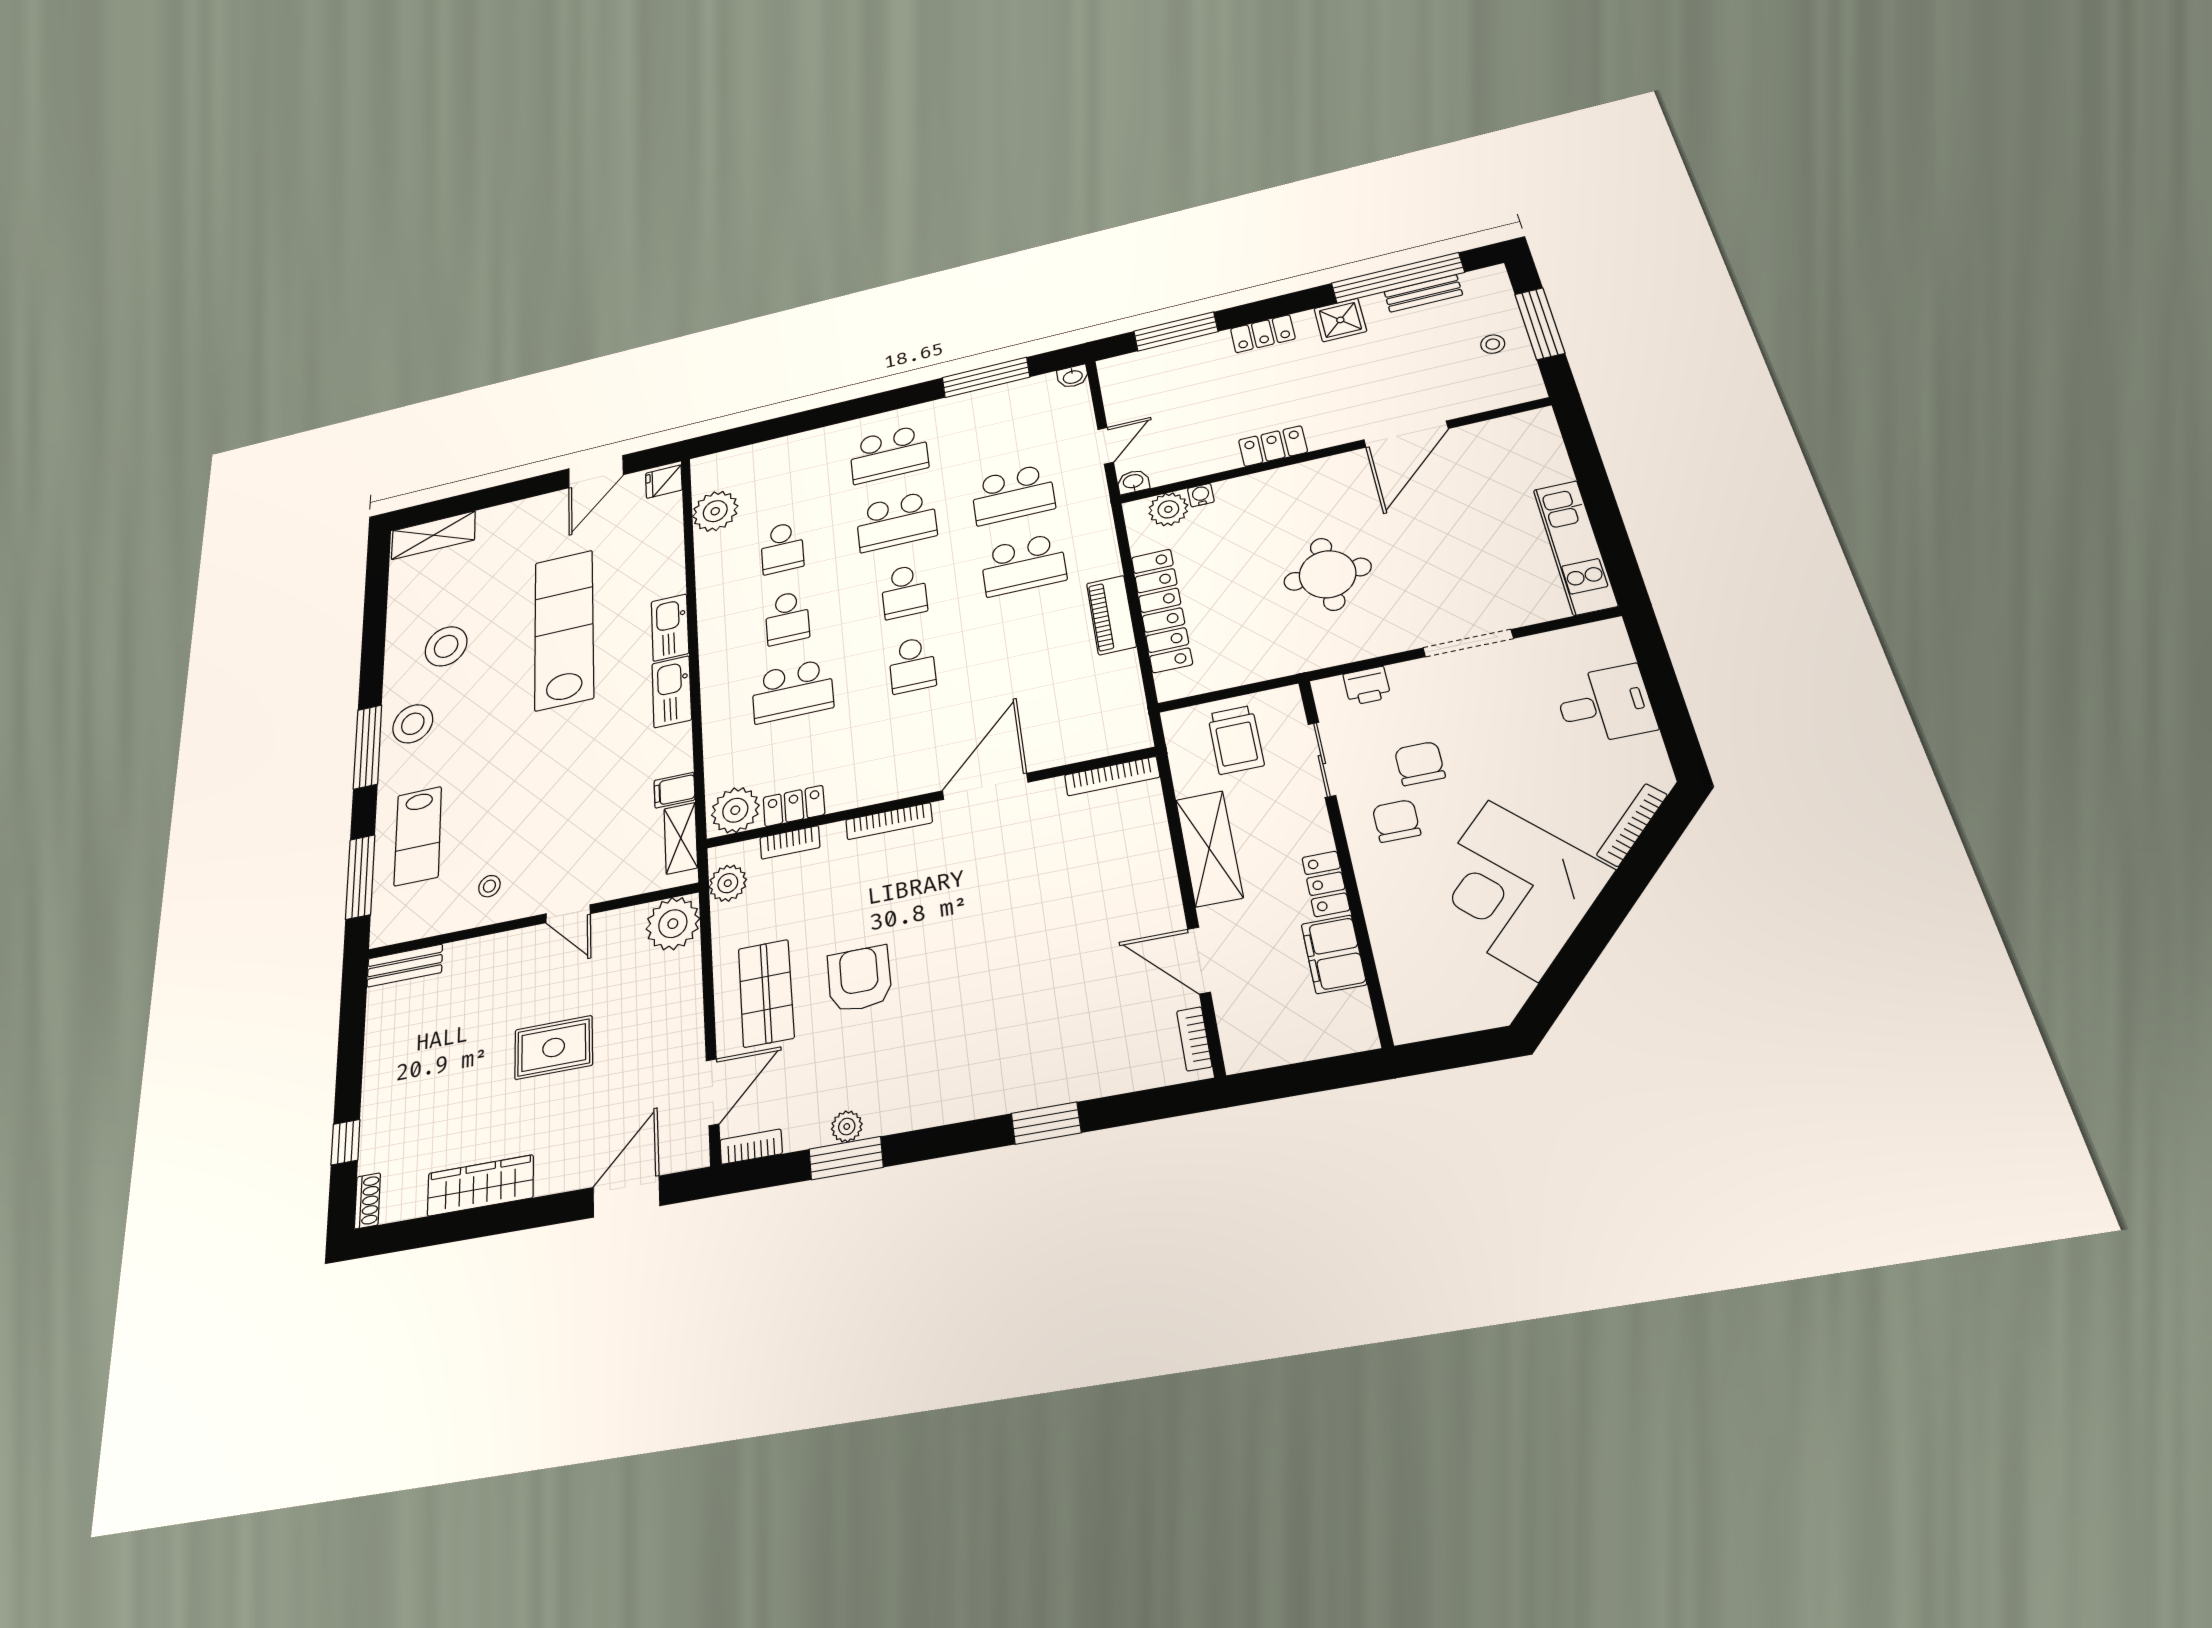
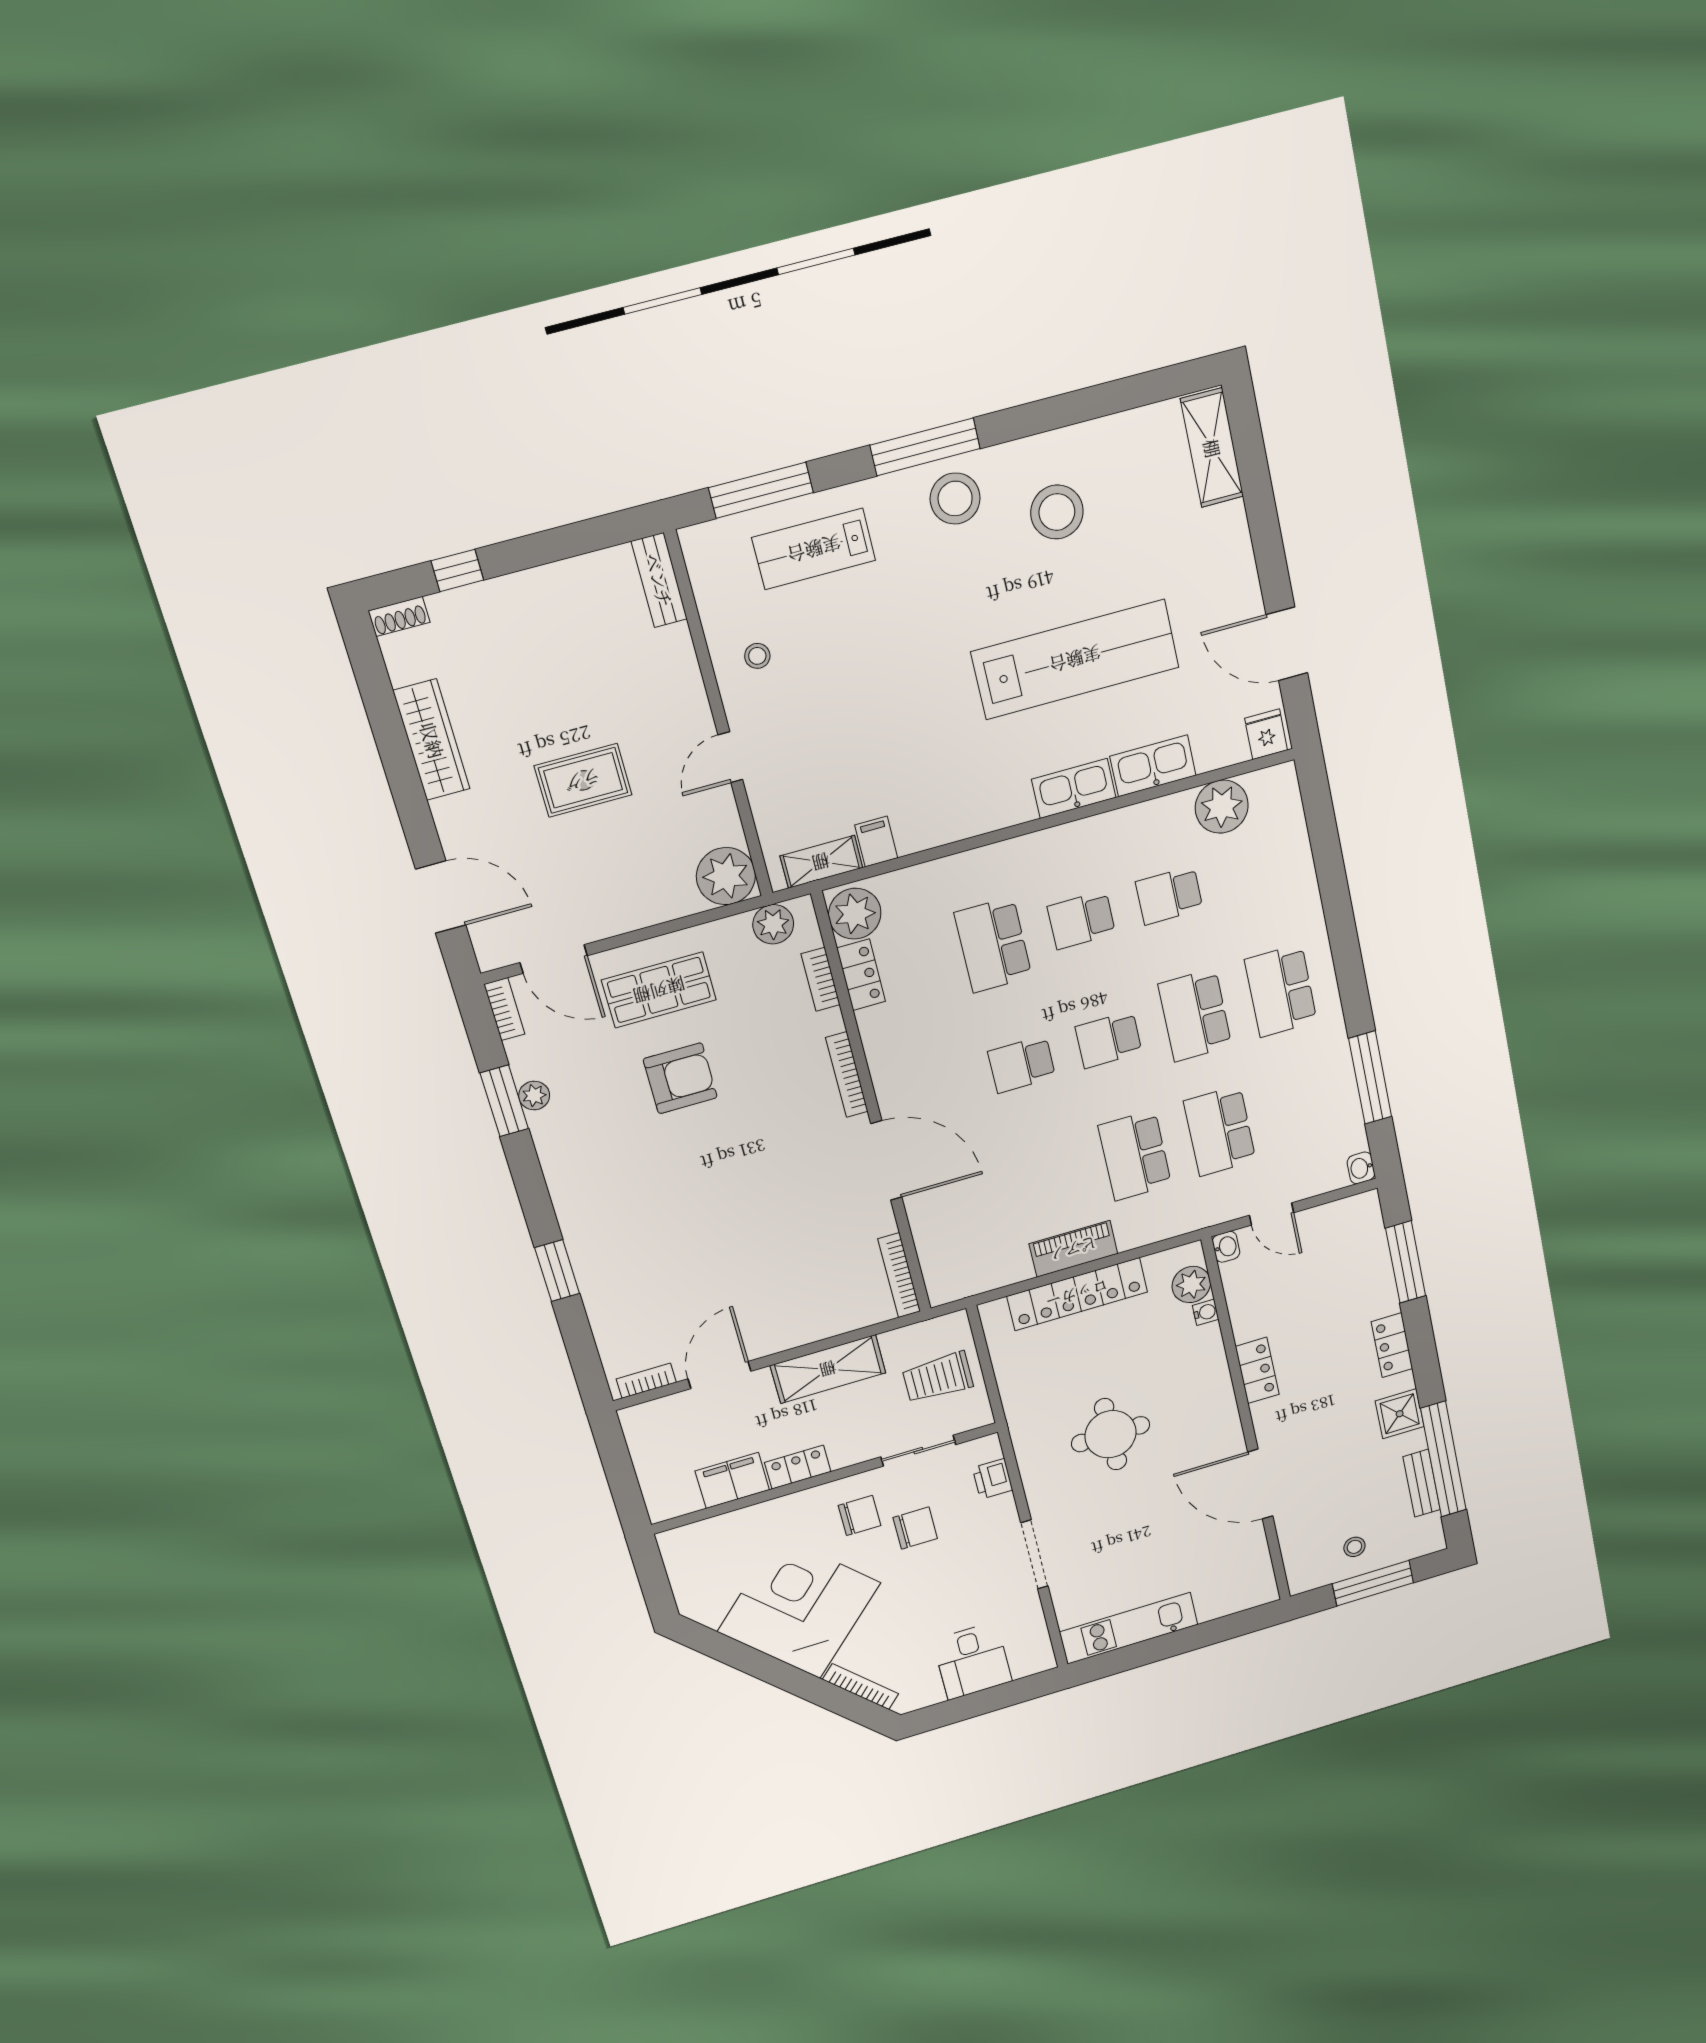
kitchen sink: (672, 692) -> (1153, 766), moved
rug: (554, 1047) -> (583, 780), turned 90

